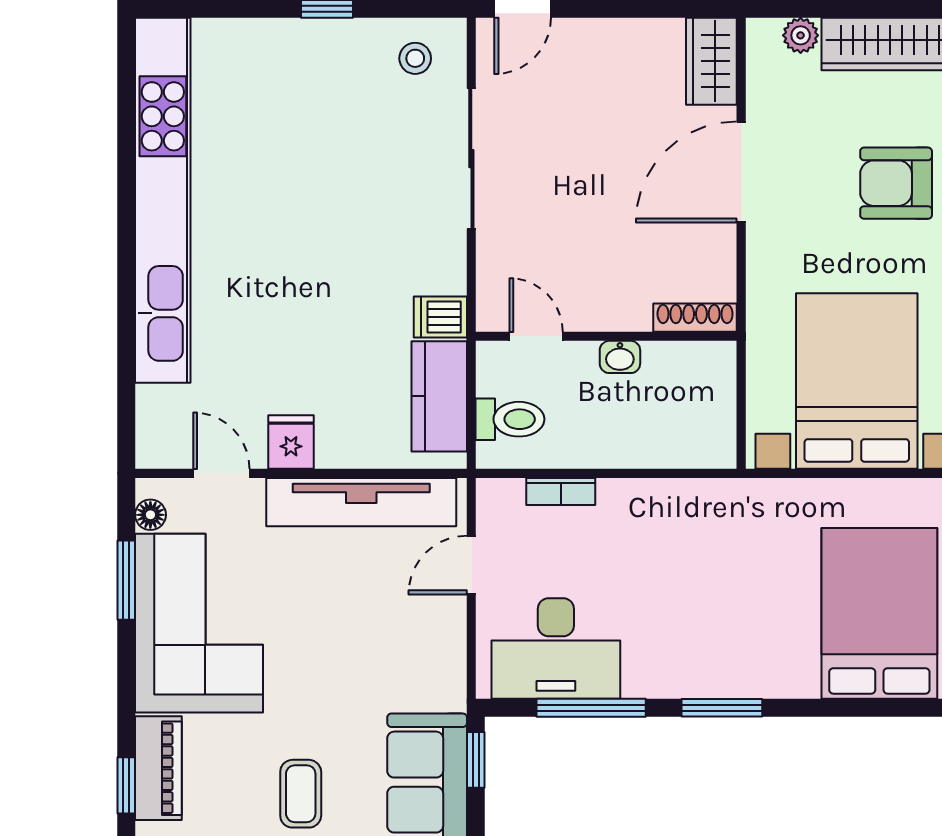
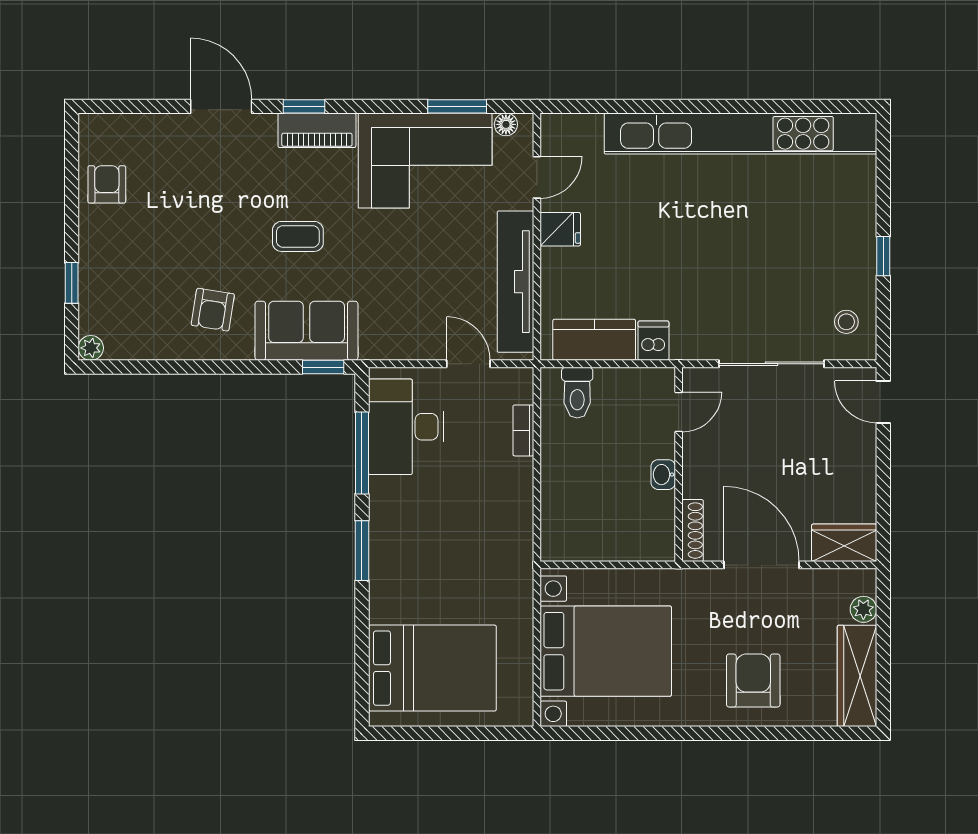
shoe rack: (695, 318) -> (693, 531), moved
door: (536, 336) -> (679, 412), moved
wall: (606, 336) -> (679, 464), moved
washbasin: (620, 357) -> (663, 475), moved

